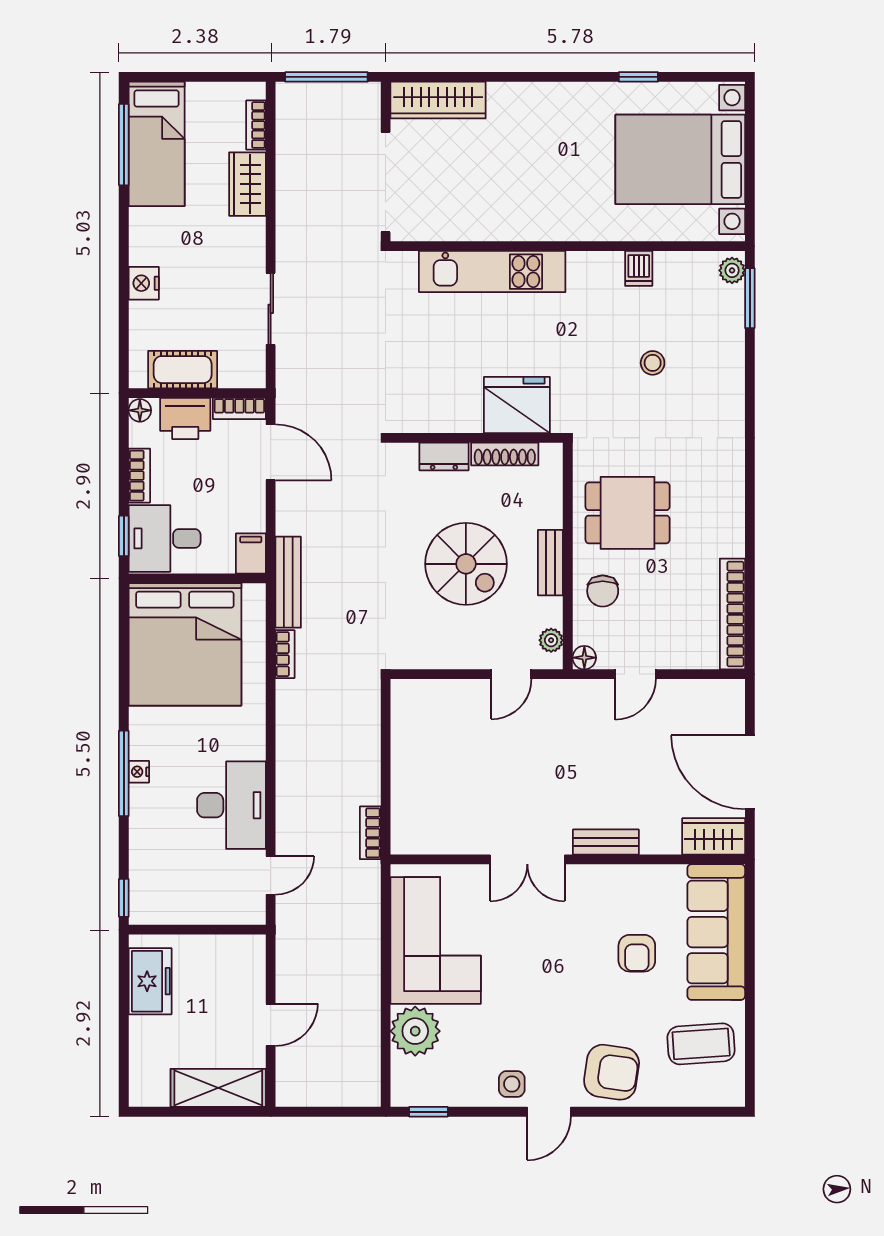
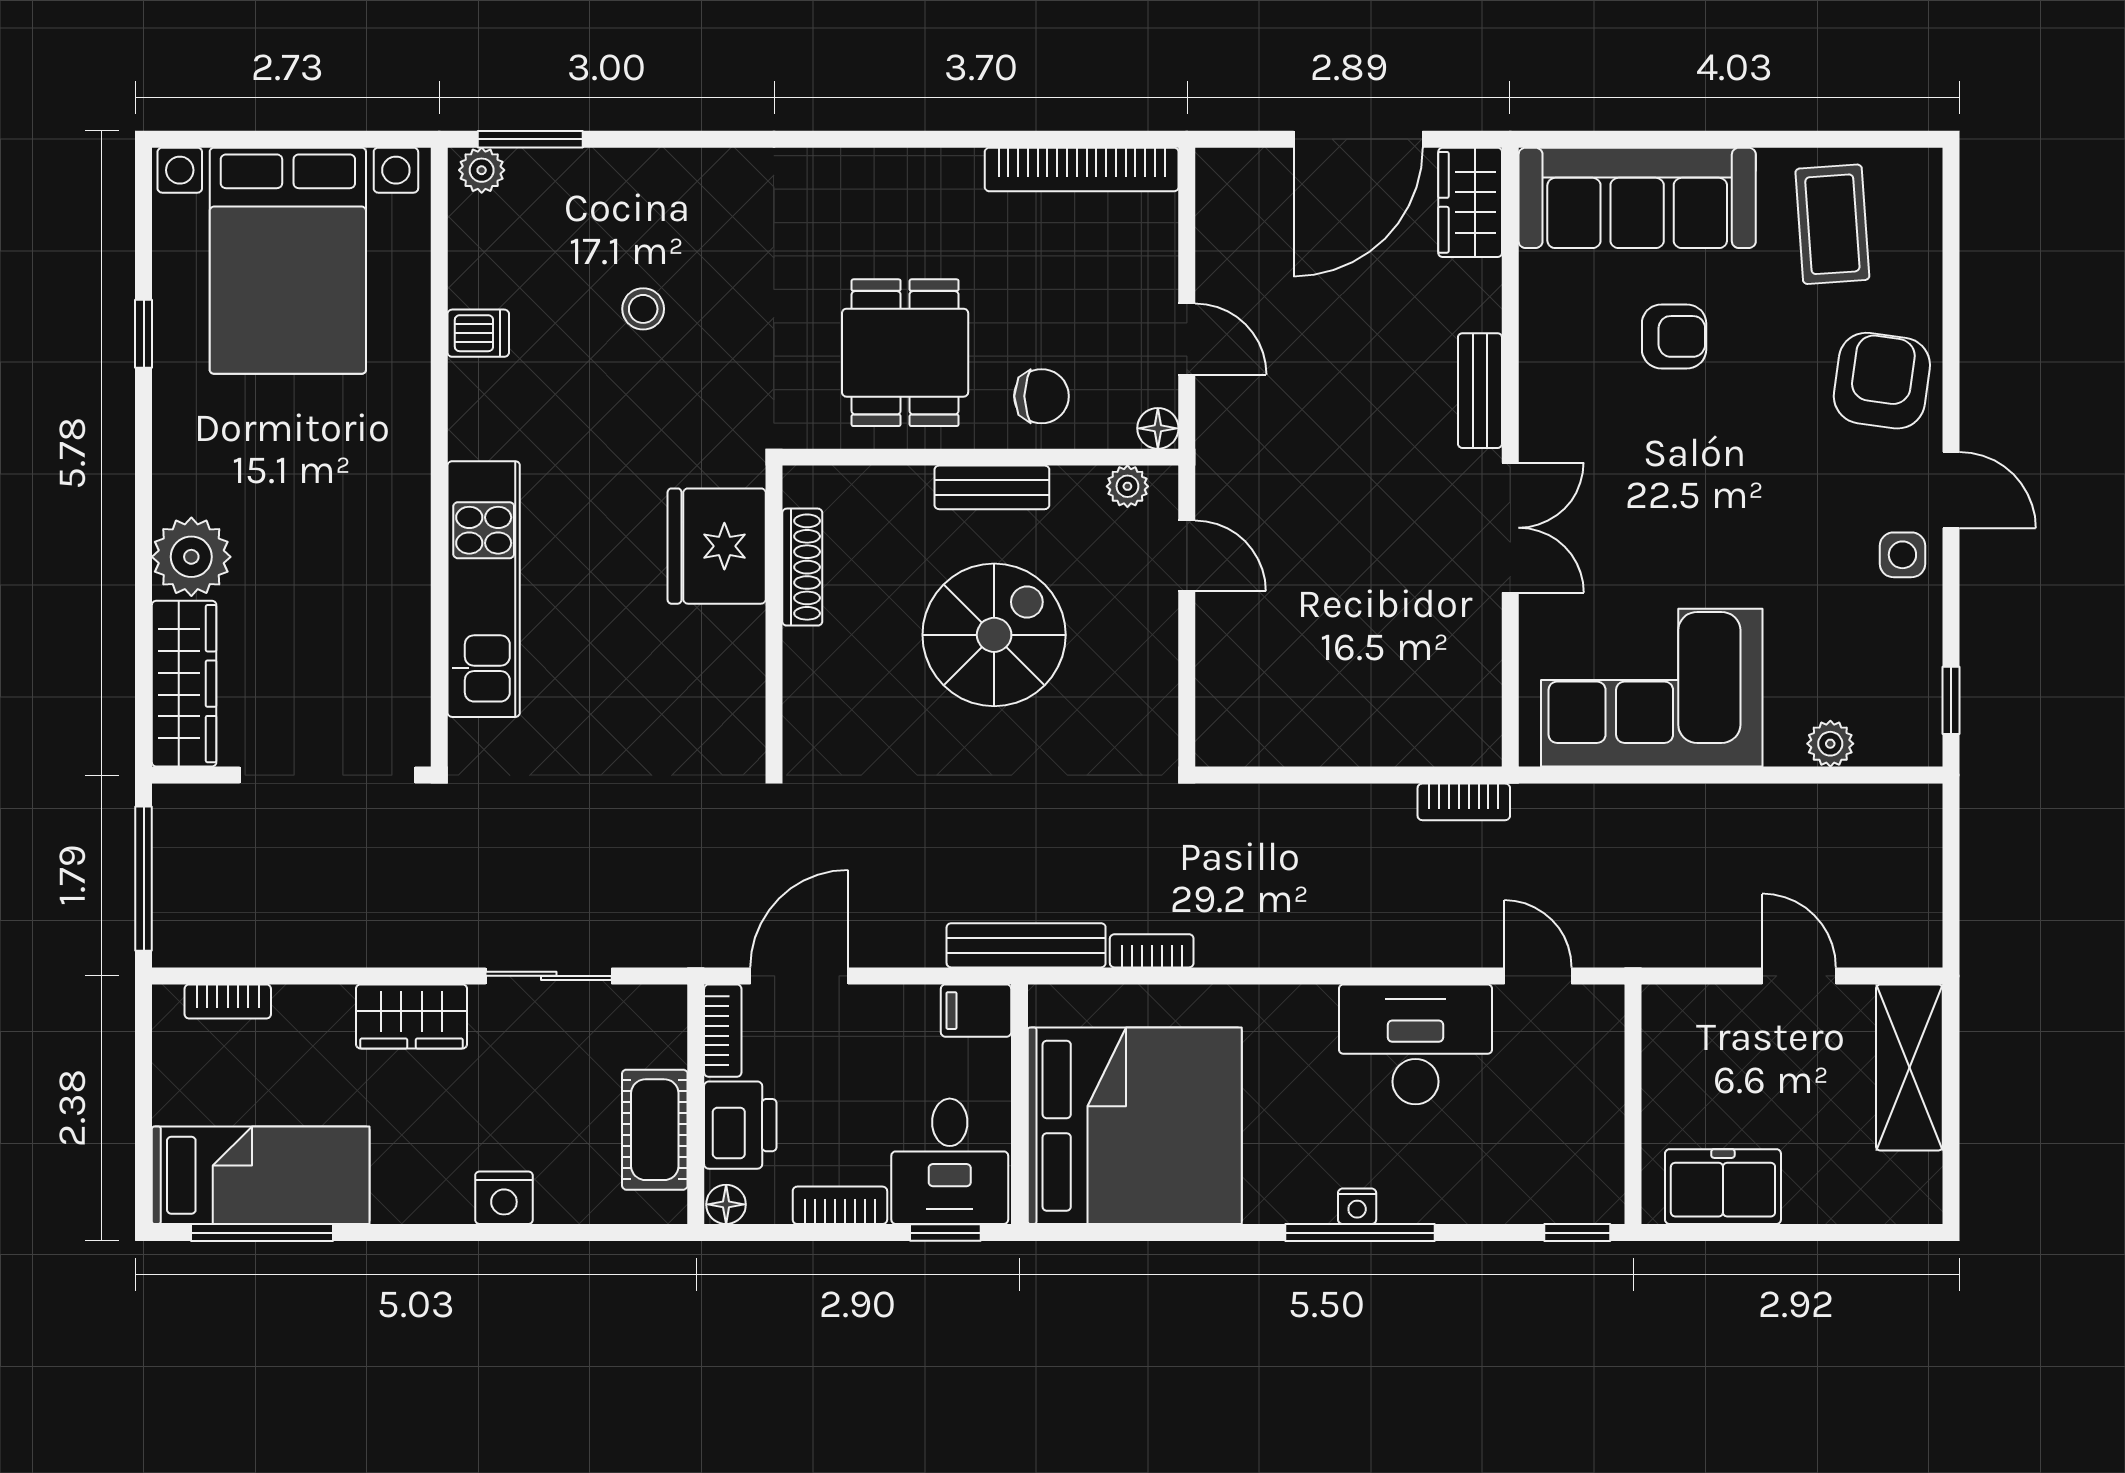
plant: (511, 104) -> (191, 557), added
wardrobe: (247, 184) -> (412, 1016), moved
dresser: (444, 456) -> (807, 673), removed
plant: (415, 1031) -> (1830, 744), width x0.53, depth x0.53

